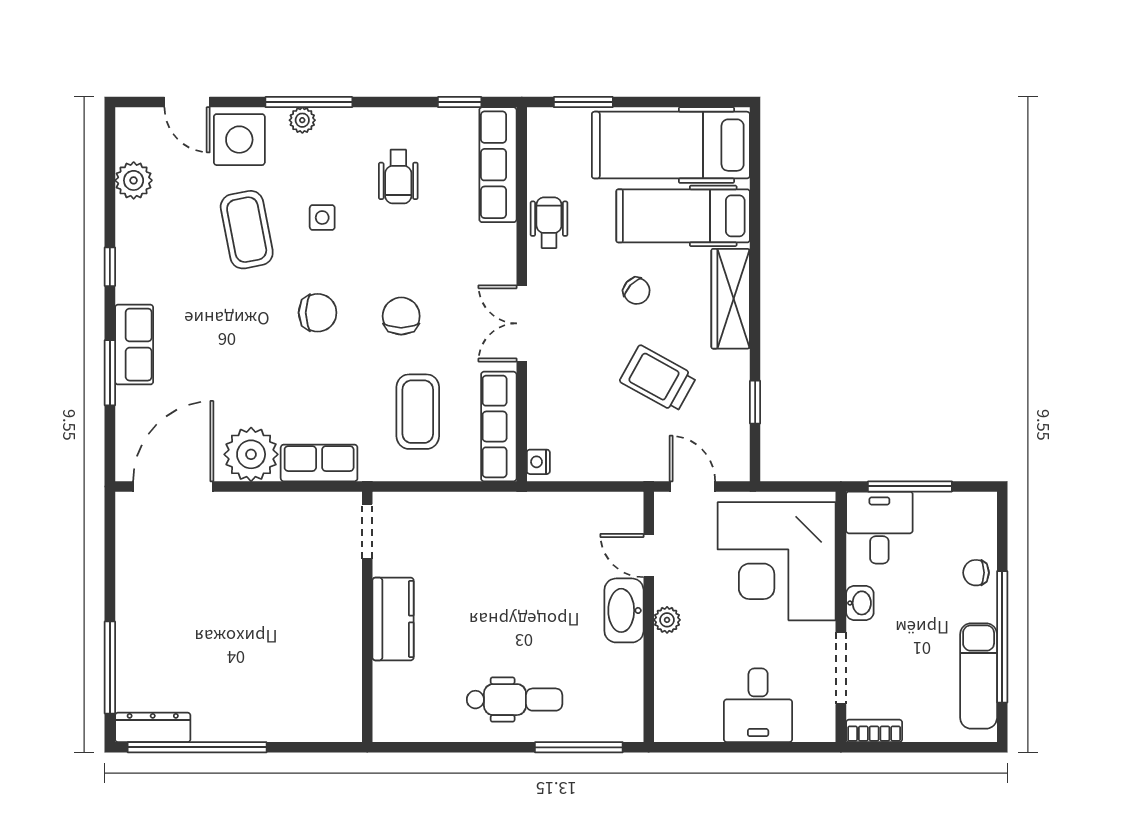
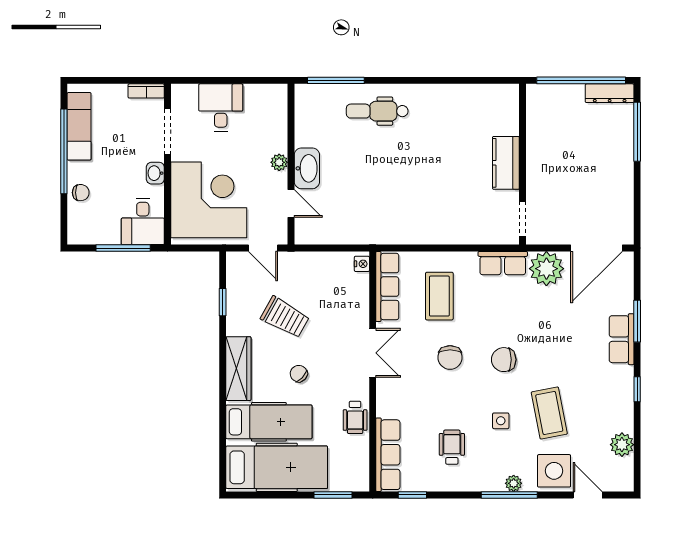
doorway: (367, 531) -> (523, 219), moved
wall: (367, 617) -> (523, 164), moved
kitchen counter: (393, 619) -> (506, 163), moved

